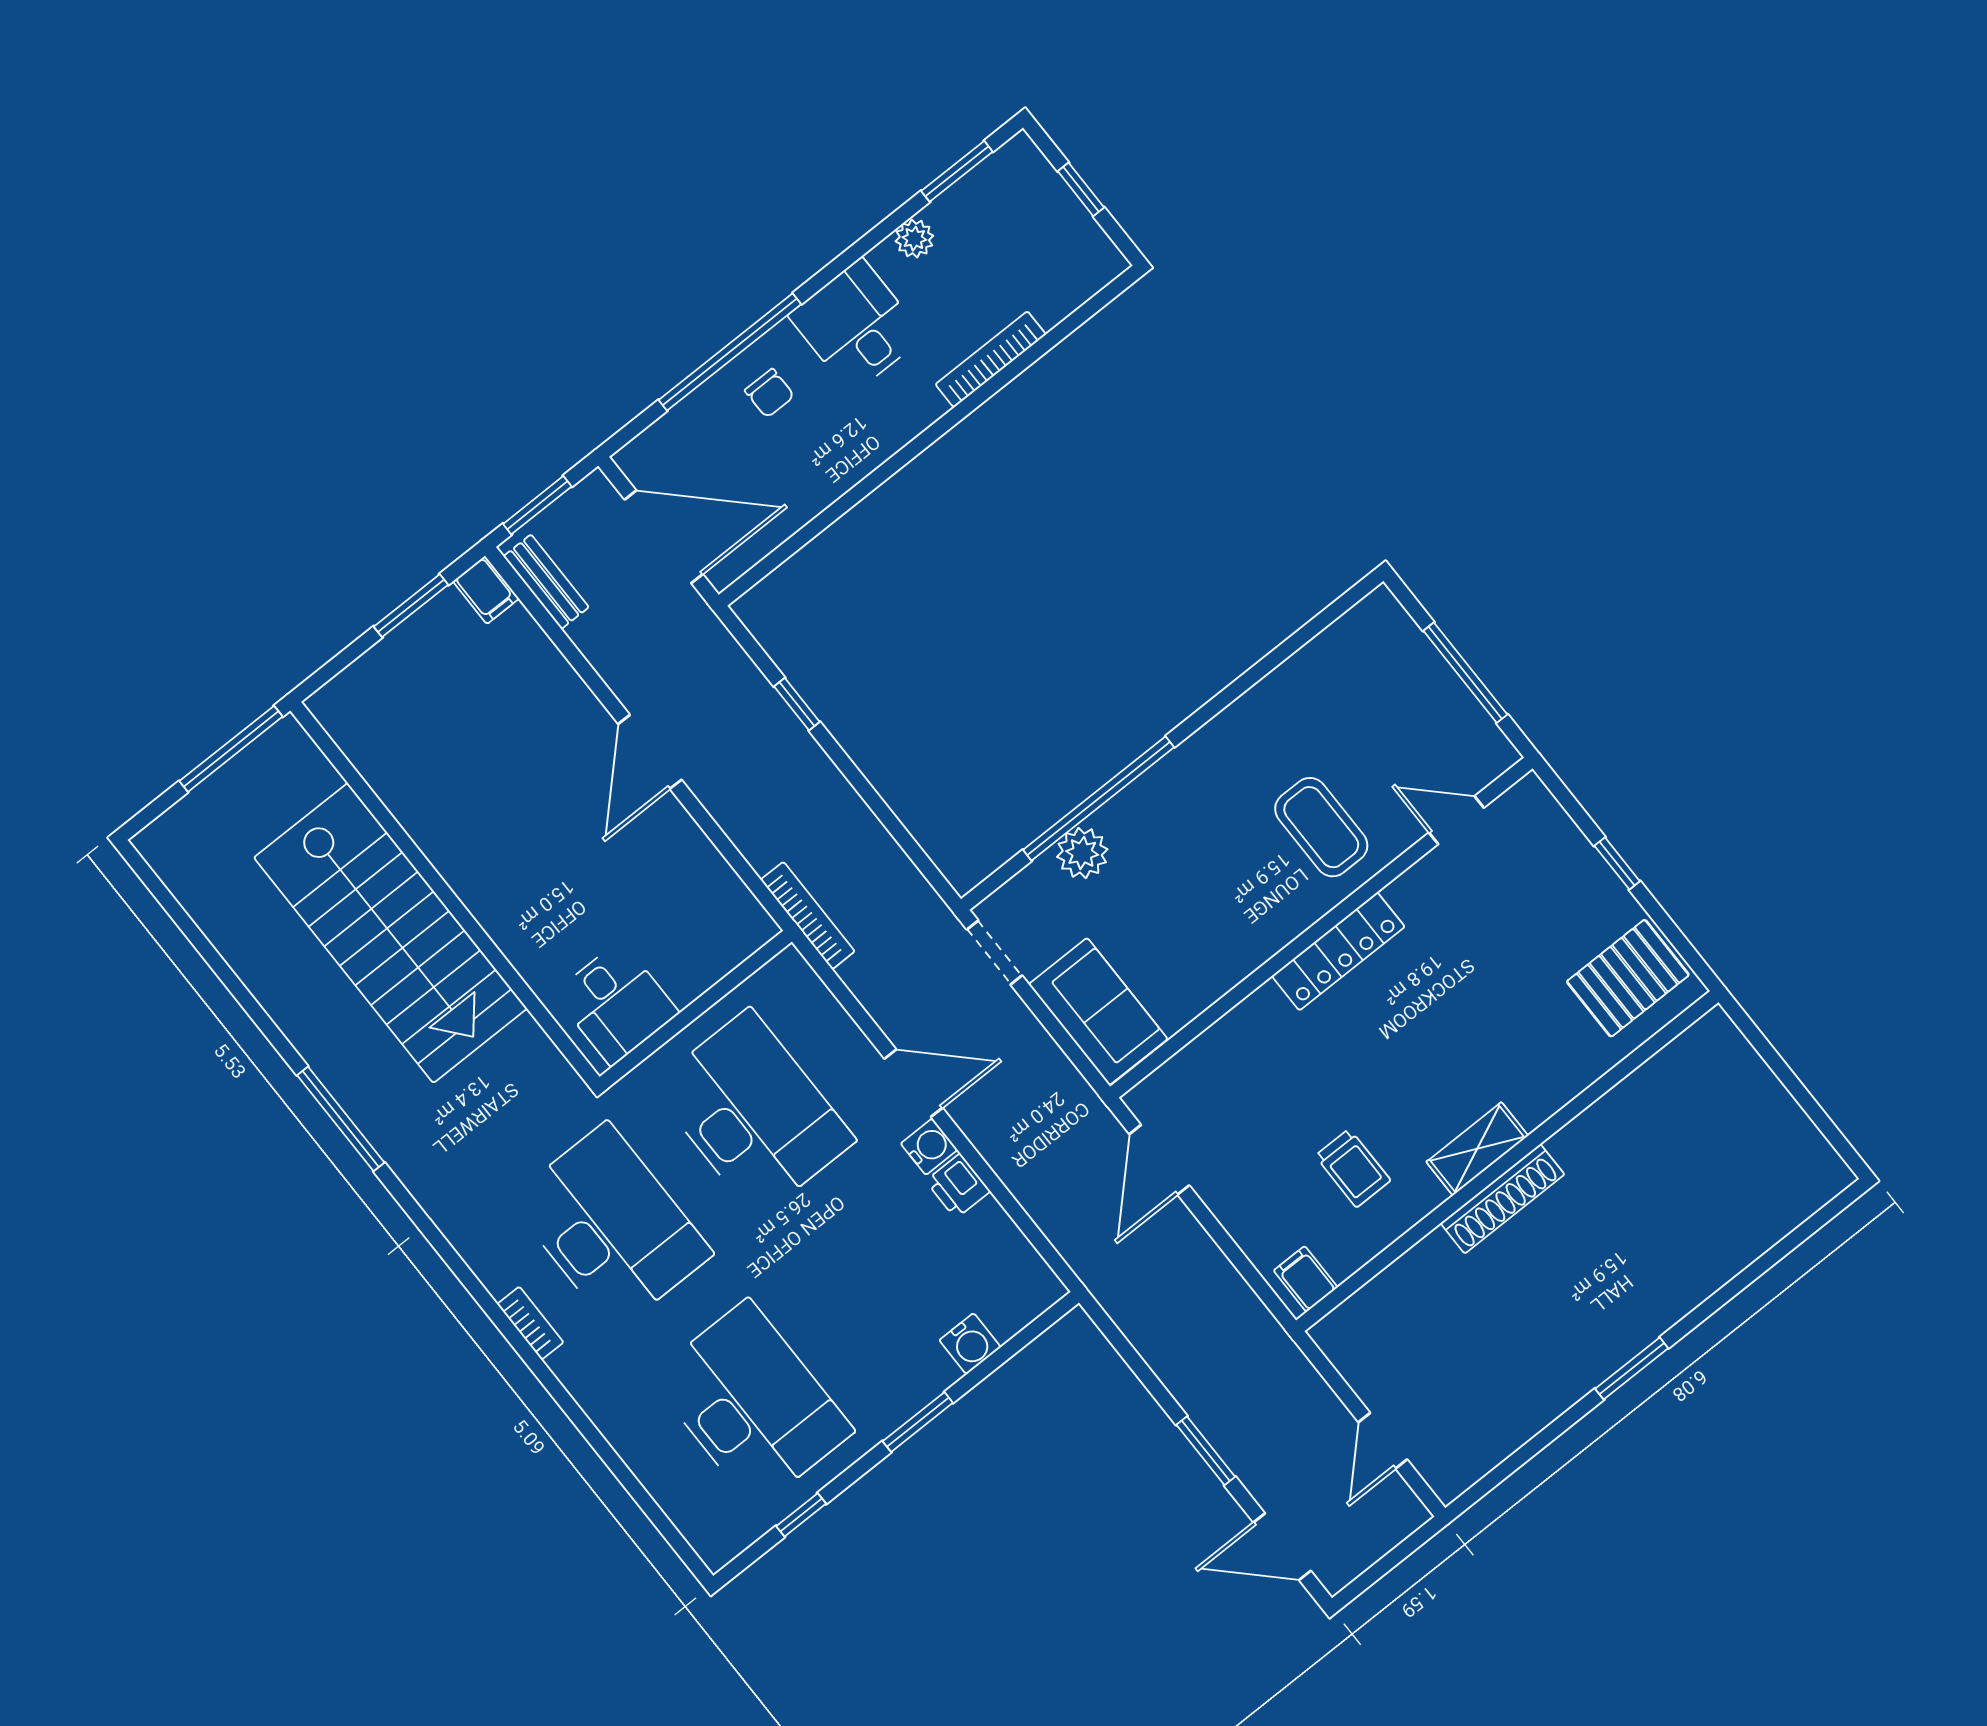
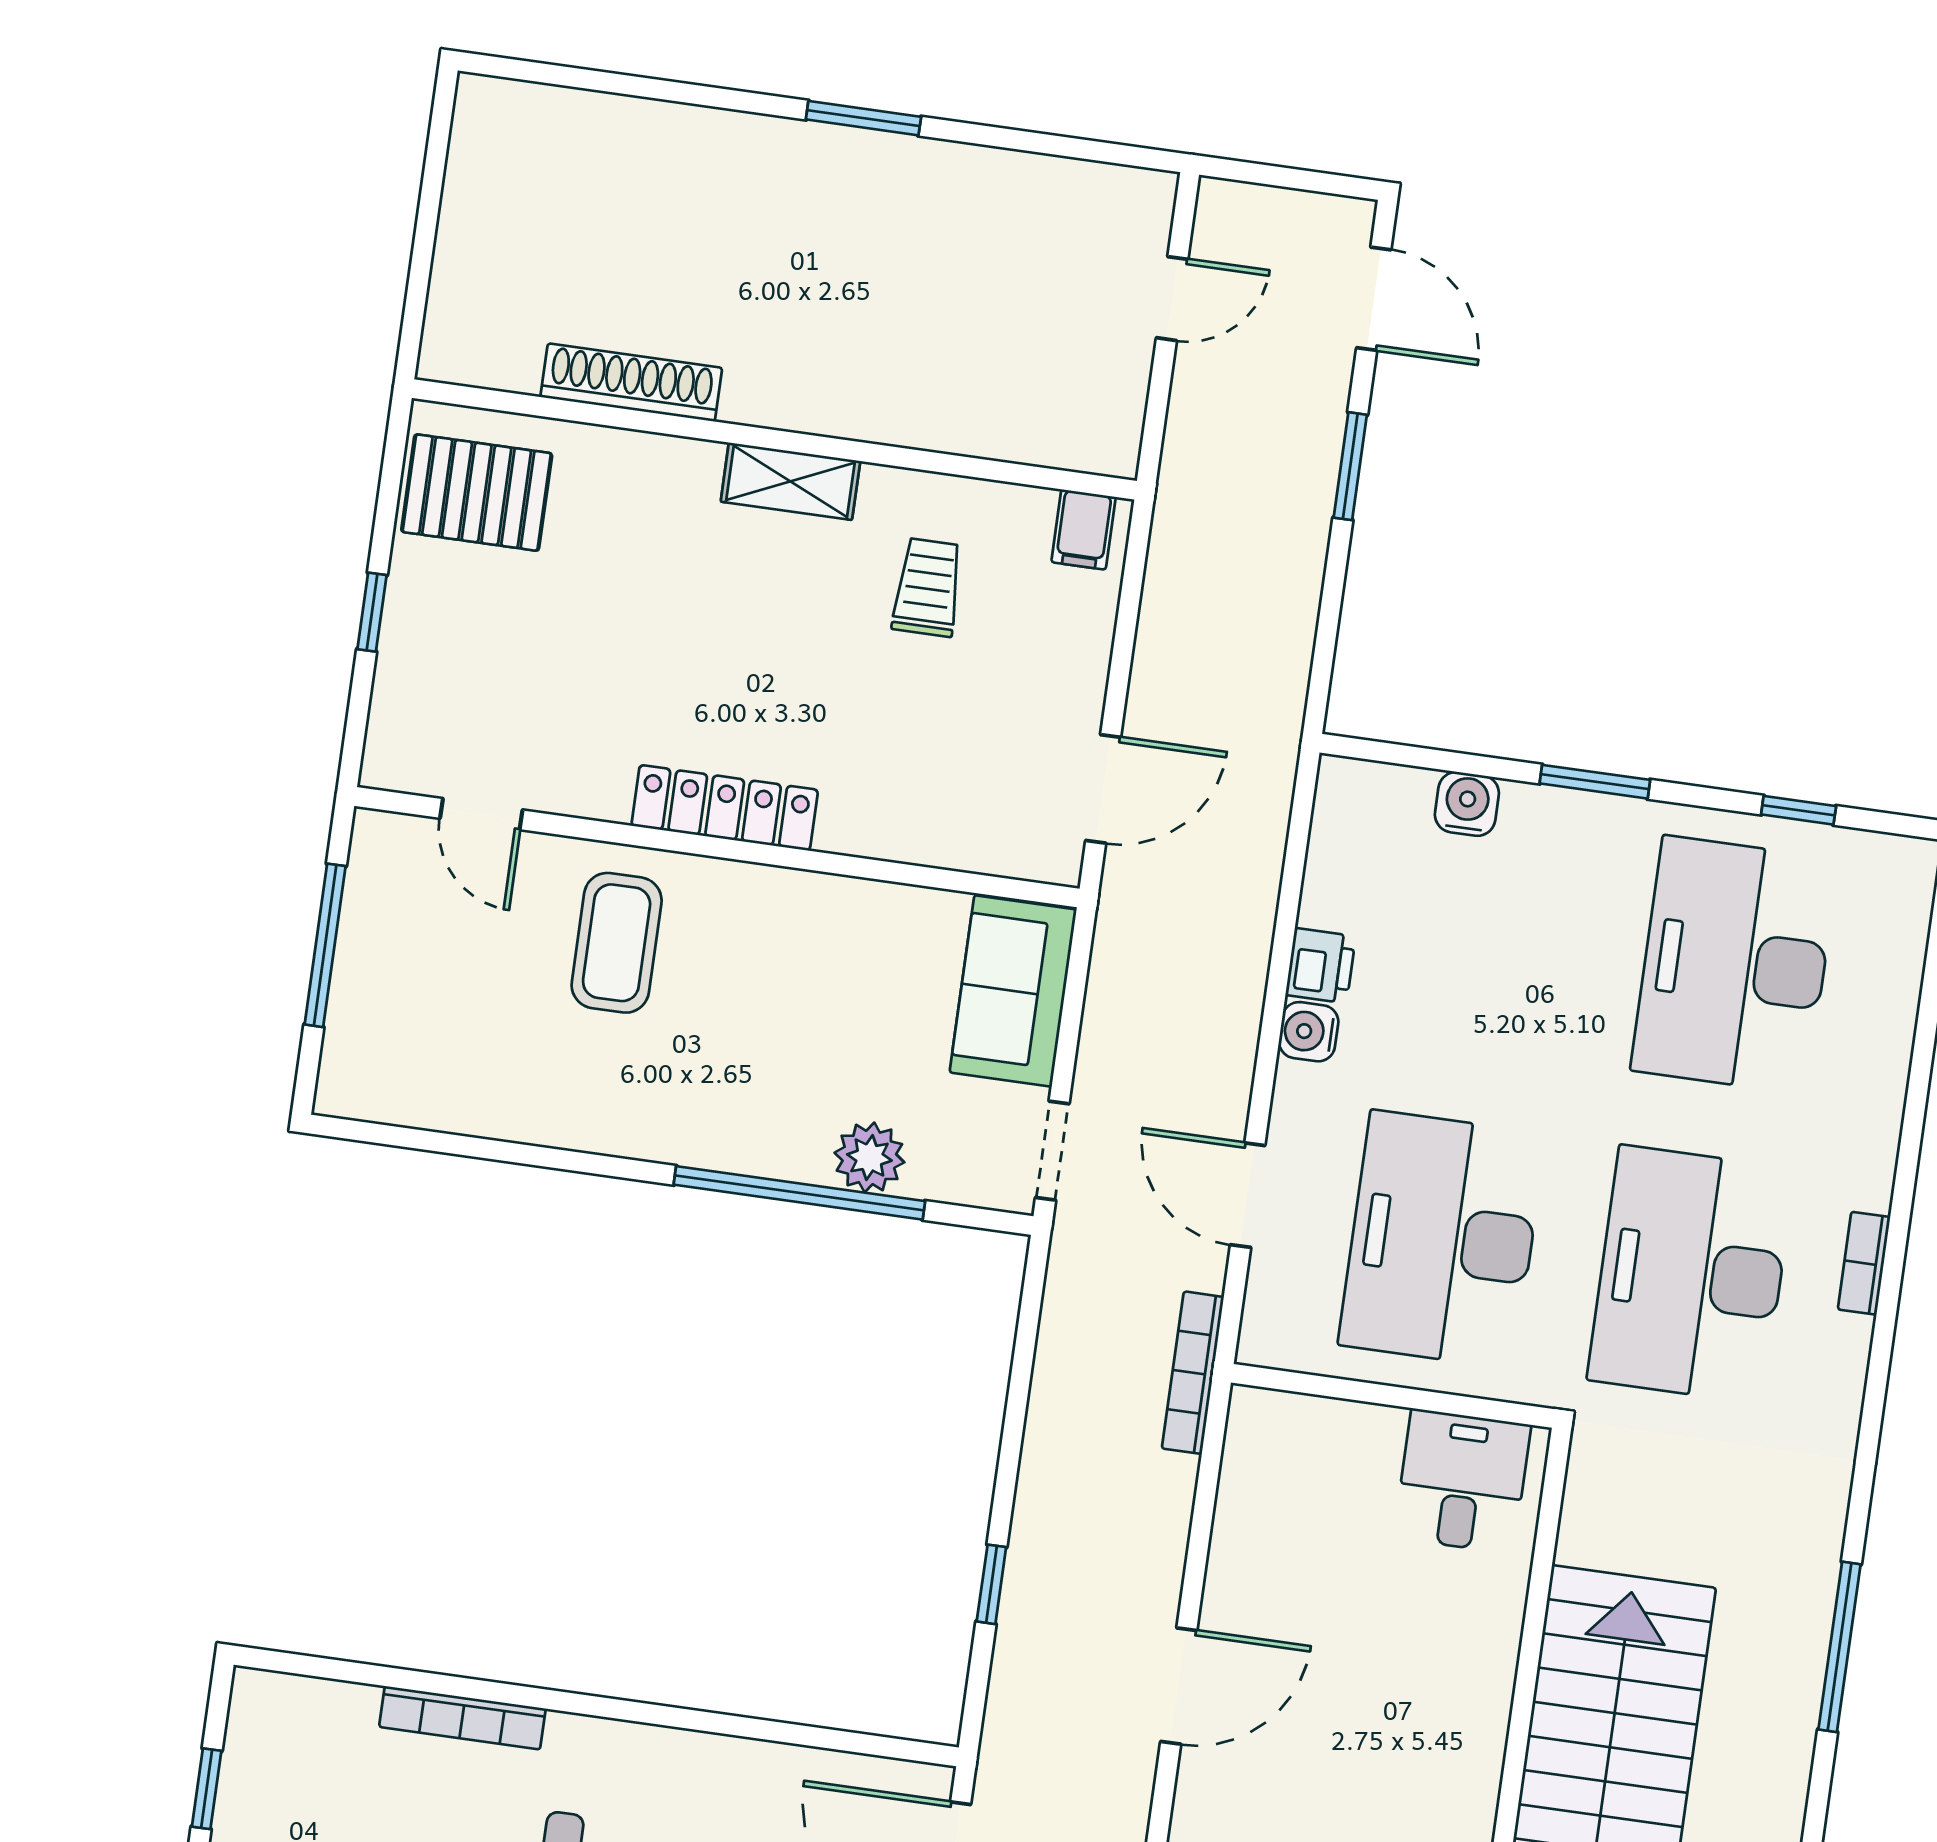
door: (913, 1083) -> (1248, 1195), moved
shoe rack: (1503, 1199) -> (631, 382), moved

